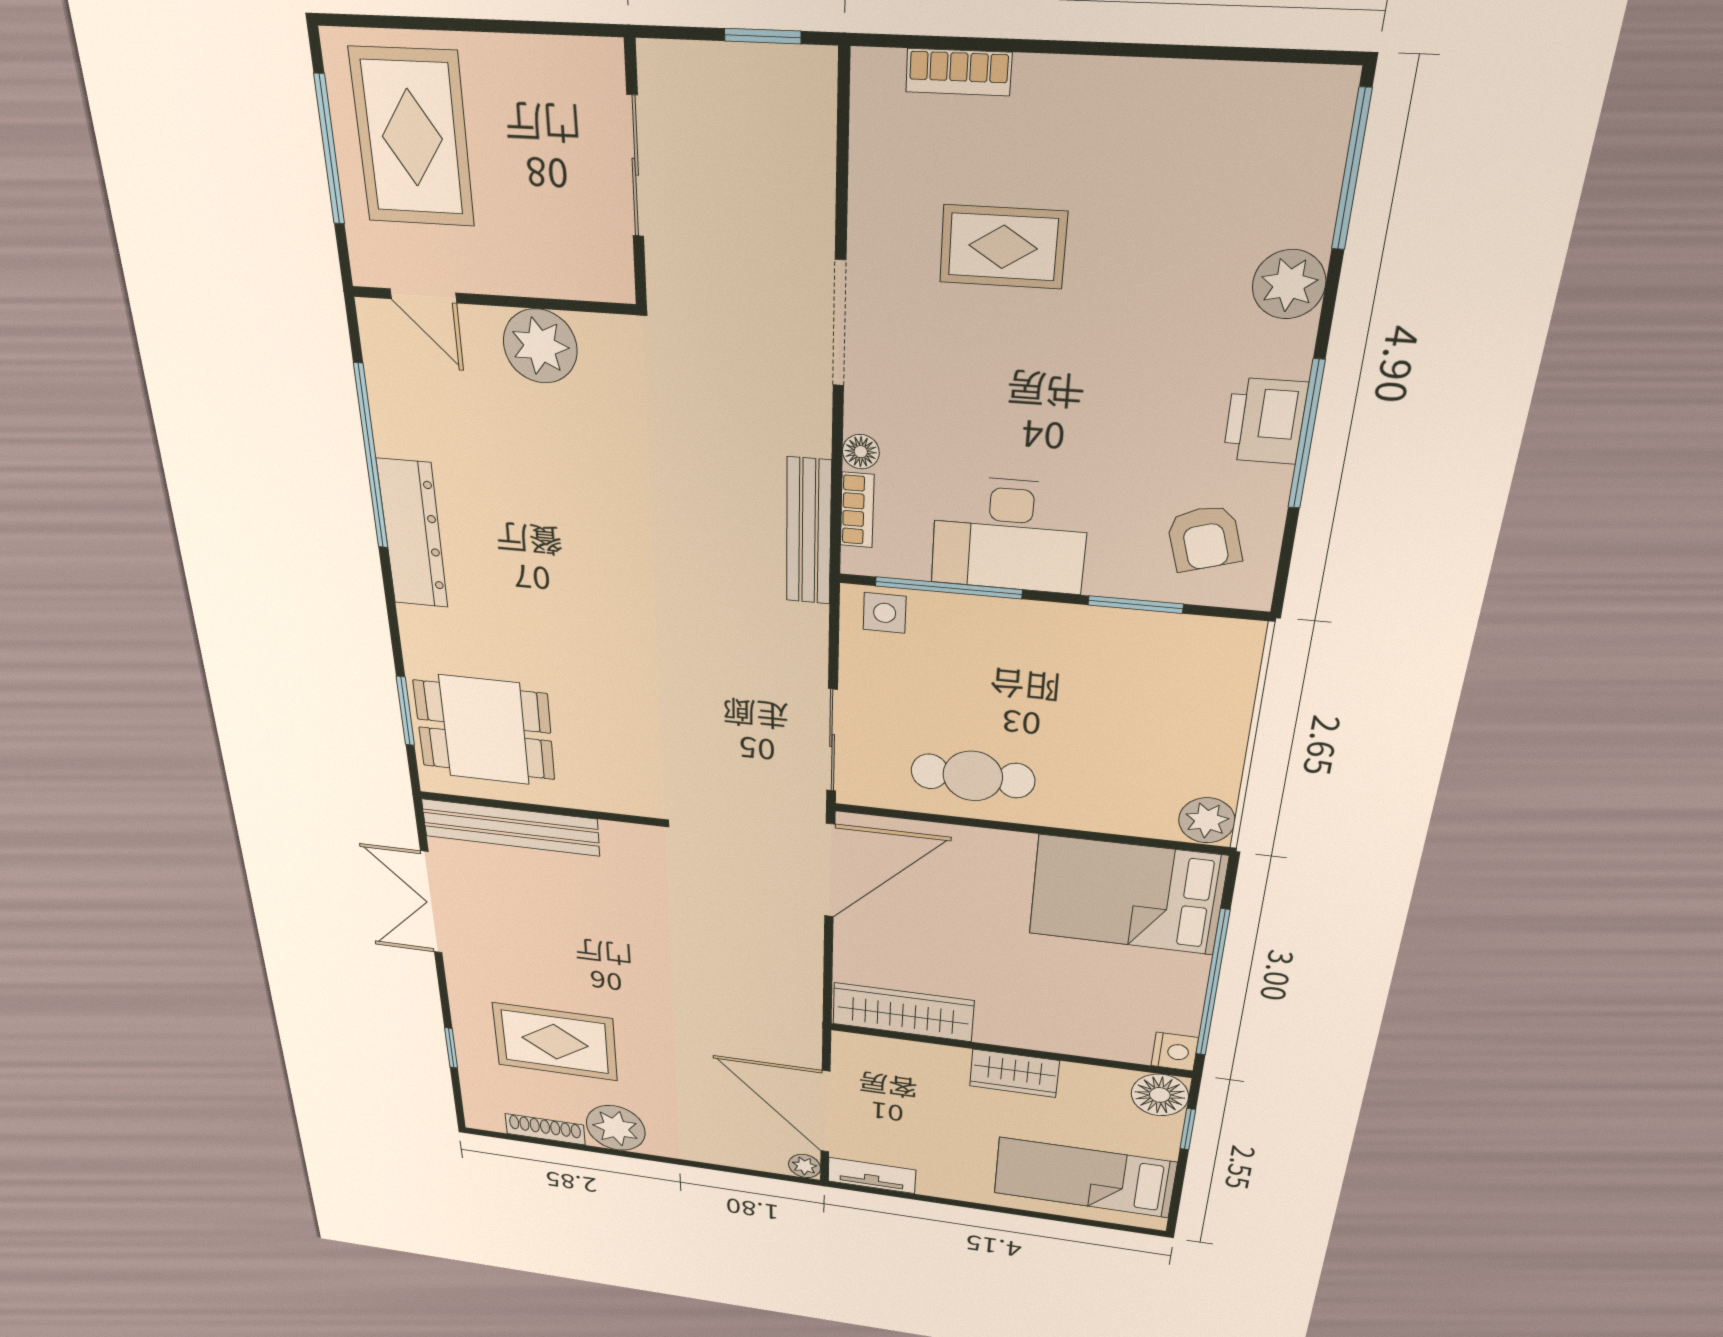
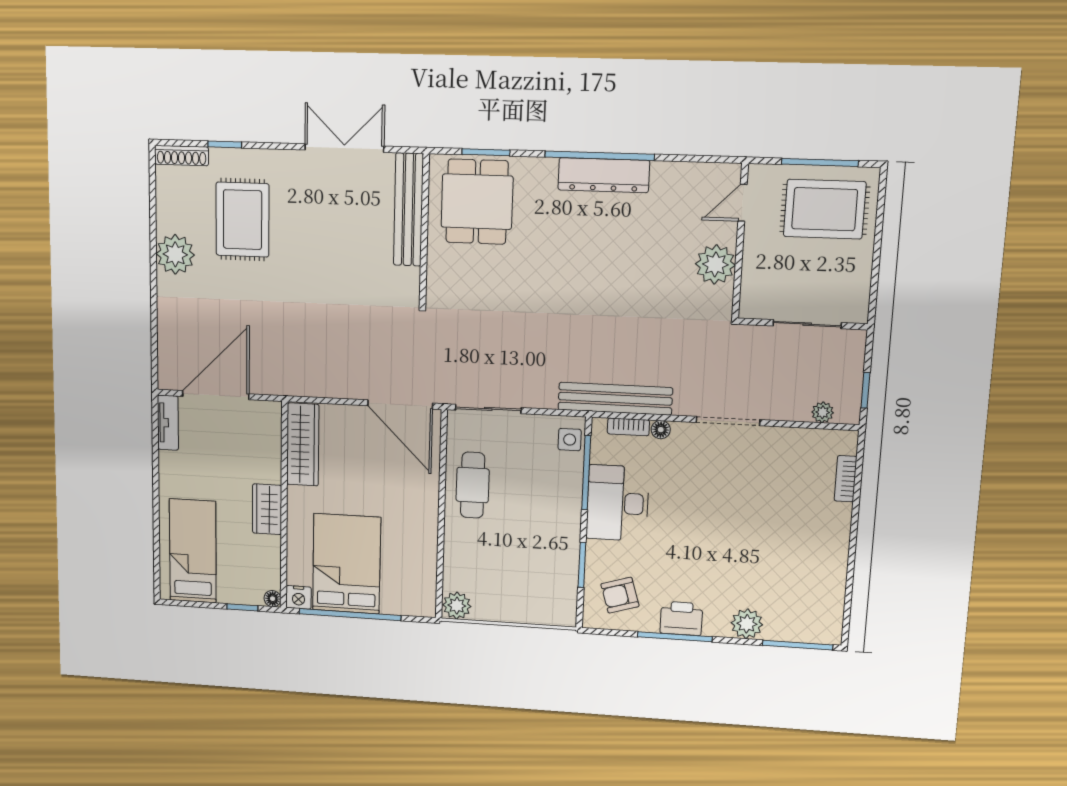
rug: (1003, 247) -> (765, 499), removed
window: (371, 458) -> (599, 156), moved
bench: (809, 532) -> (615, 399), width x1.37, depth x1.21
bed: (1127, 895) -> (347, 564), moved
floor lamp: (1160, 1095) -> (273, 599), width x0.53, depth x0.53
shoe rack: (545, 1129) -> (182, 156), moved, turned 90
plant: (805, 1166) -> (823, 412), moved

